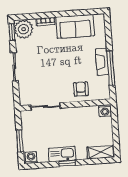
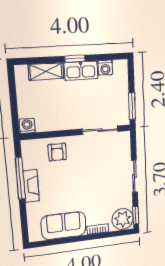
window: (20, 141) -> (132, 106), moved
shelving: (101, 152) -> (46, 71), moved
washing machine: (31, 158) -> (105, 68), moved

